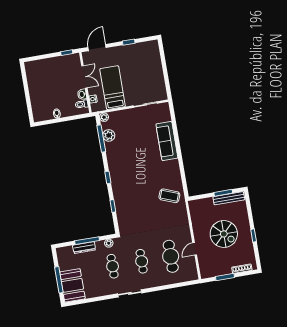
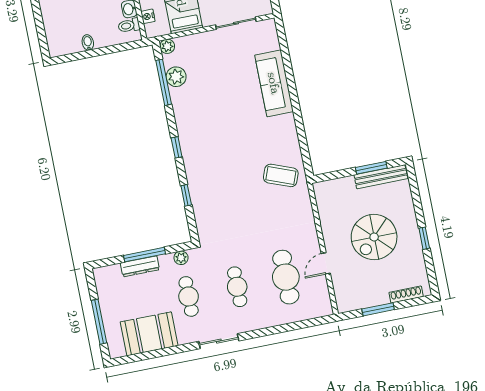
spiral stairs: (224, 234) -> (374, 237), turned 90
booth: (72, 285) -> (149, 334), moved, turned 90

